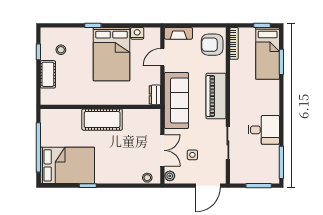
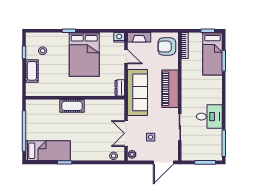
nightstand: (137, 33) -> (119, 37), moved
door: (162, 57) -> (126, 57), swing flipped
cot: (102, 120) -> (72, 106), width x0.73, depth x0.75
double door: (162, 150) -> (126, 133), swing flipped
bed: (67, 165) -> (48, 151), width x0.67

